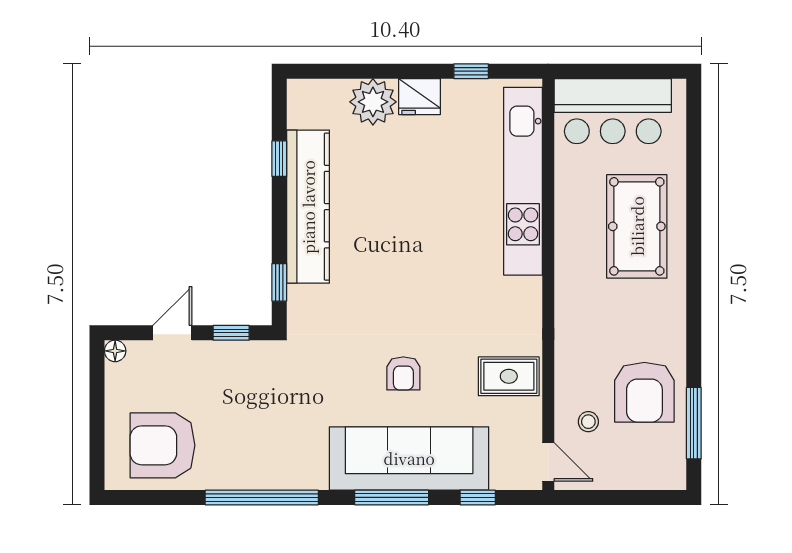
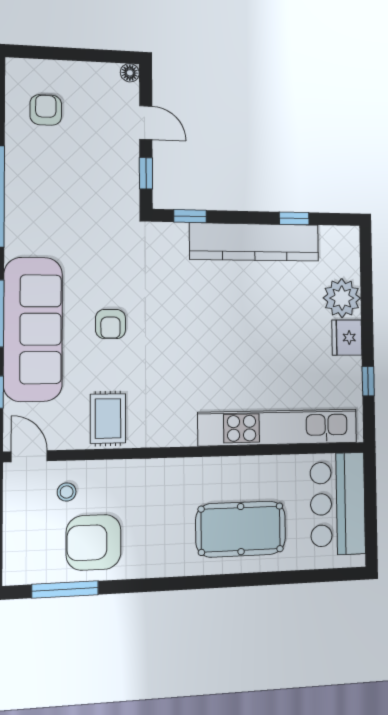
armchair: (403, 373) -> (111, 324), turned -90
armchair: (162, 445) -> (46, 110), width x0.53, depth x0.53
door: (548, 462) -> (29, 456), swing flipped

